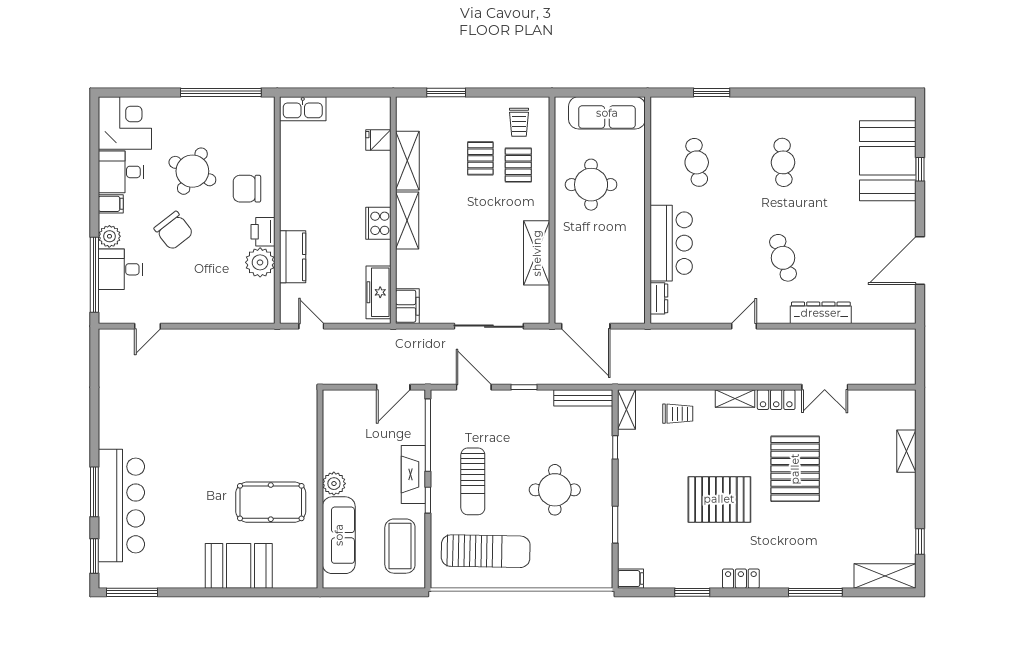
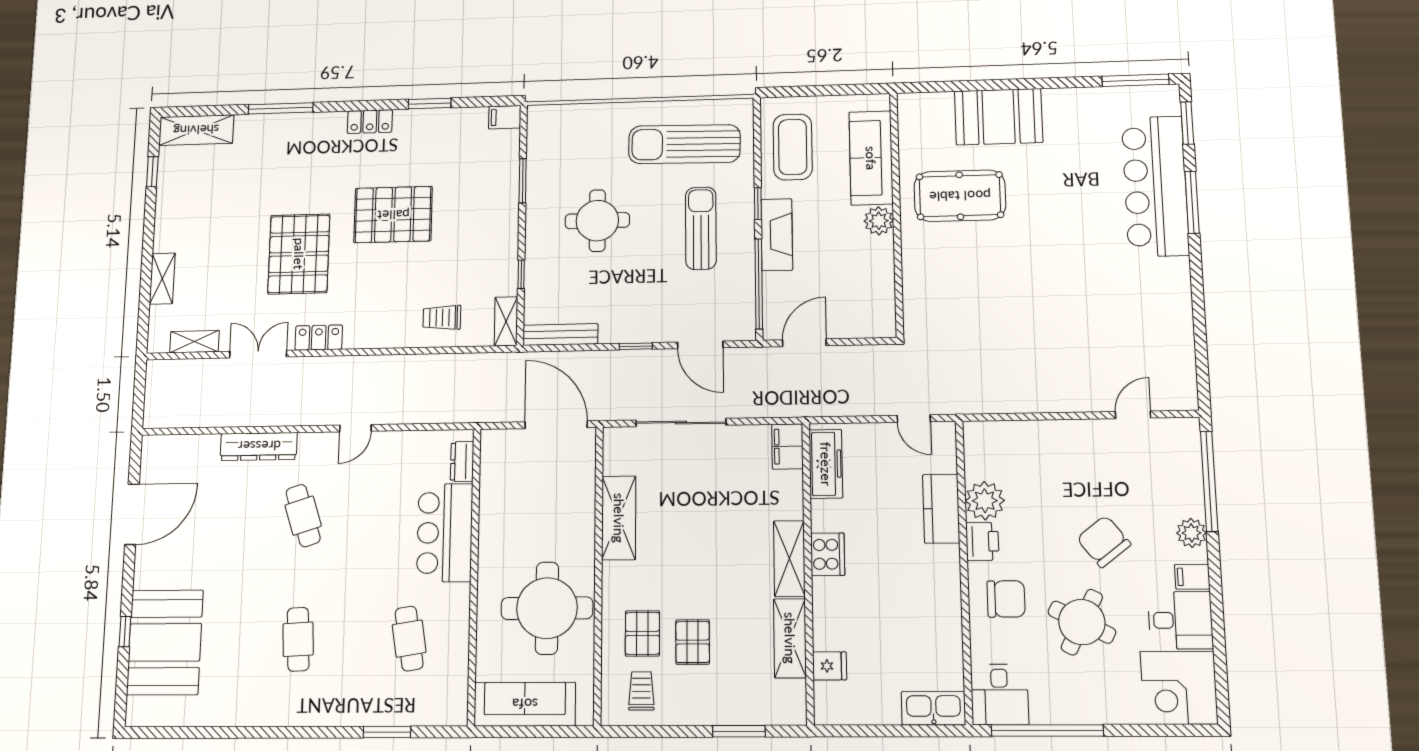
round table: (591, 185) -> (547, 608), width x1.36, depth x1.36
desk: (121, 269) -> (1000, 695), moved, turned 90
shelving: (735, 399) -> (194, 342), moved

